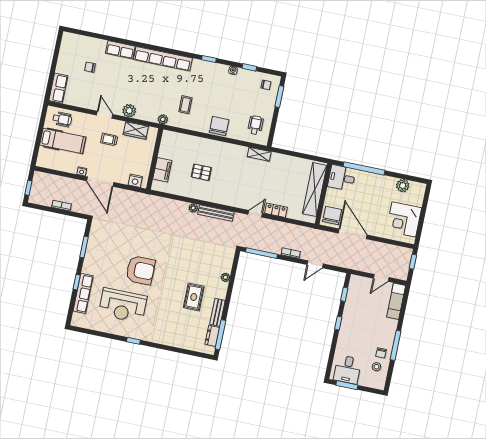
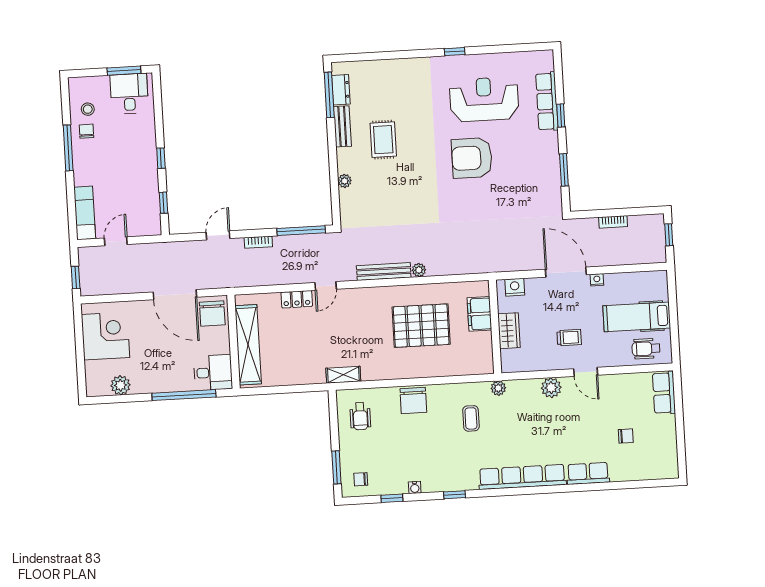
wardrobe: (136, 130) -> (509, 331), moved, turned 90
pallet: (201, 172) -> (421, 326), width x2.05, depth x2.00

